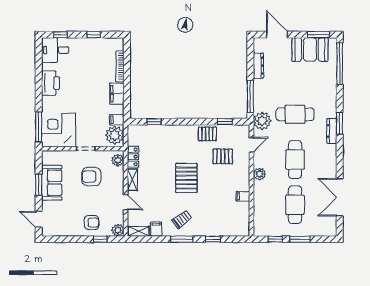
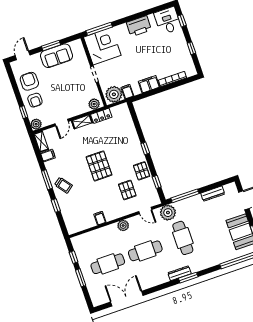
window: (154, 122) -> (145, 148), moved
armchair: (91, 177) -> (29, 81), moved
pallet: (186, 178) -> (99, 166), turned 90
trolley: (182, 219) -> (63, 185), moved

